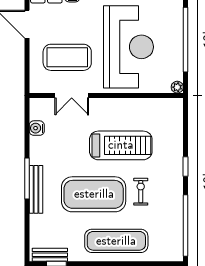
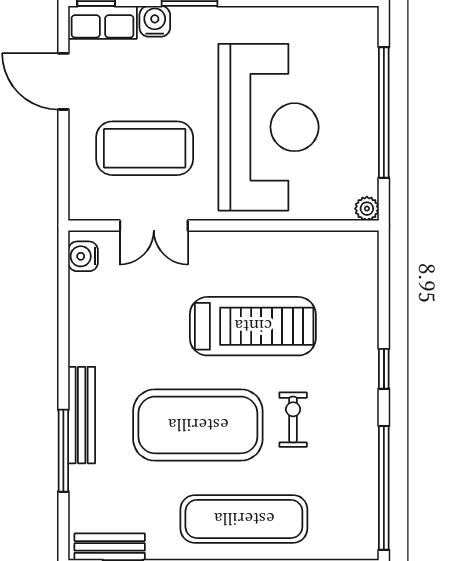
water cooler: (37, 128) -> (83, 256), moved
window: (27, 178) -> (63, 451), moved

